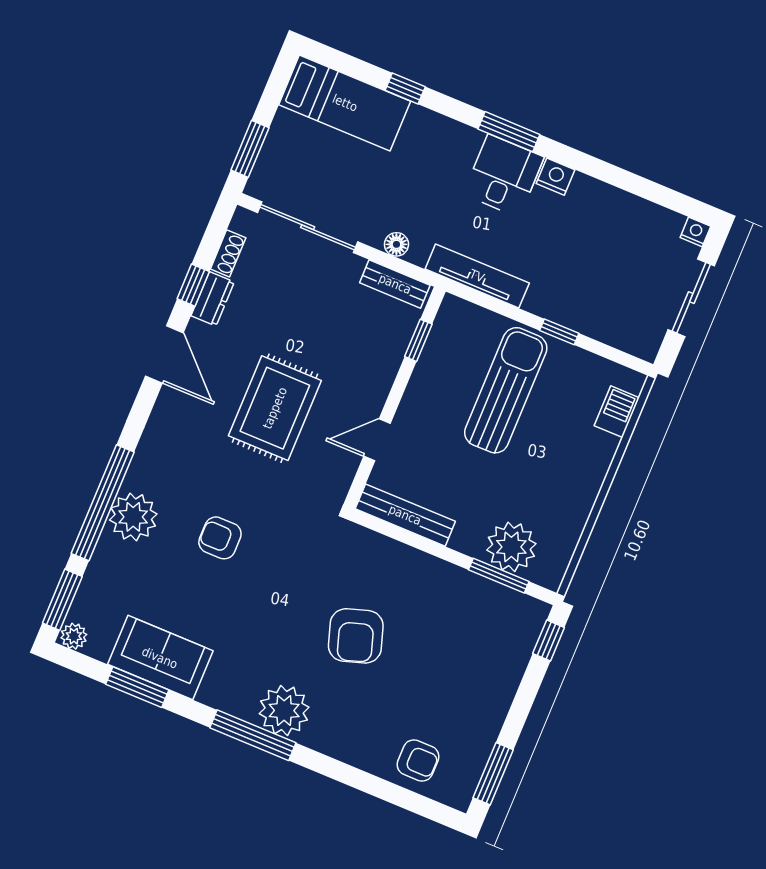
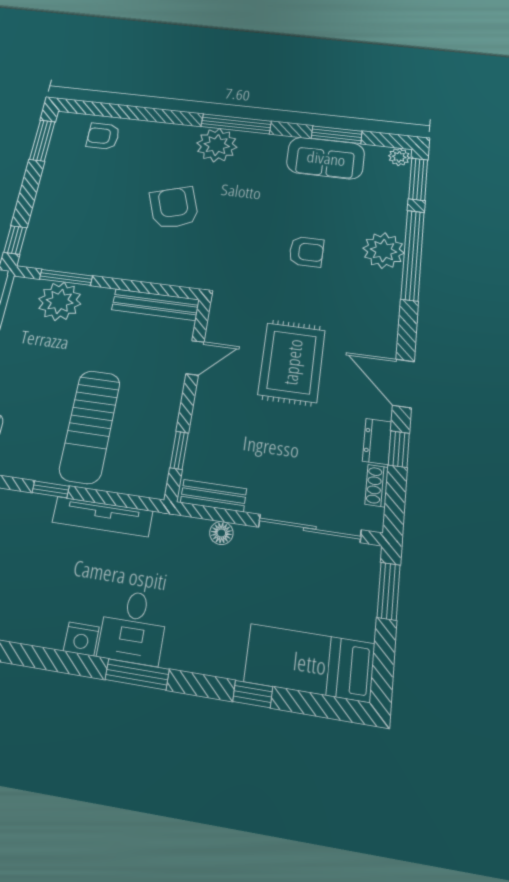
tv unit: (477, 276) -> (103, 517), moved

